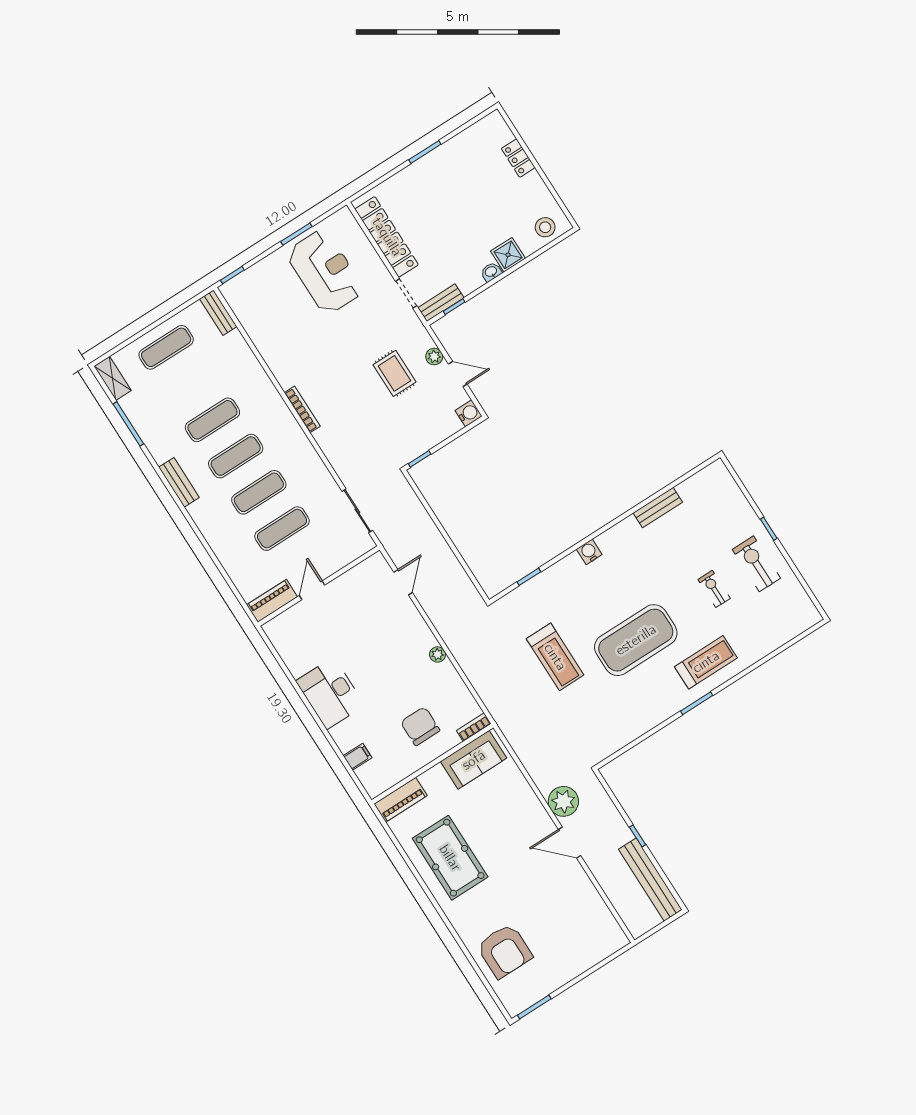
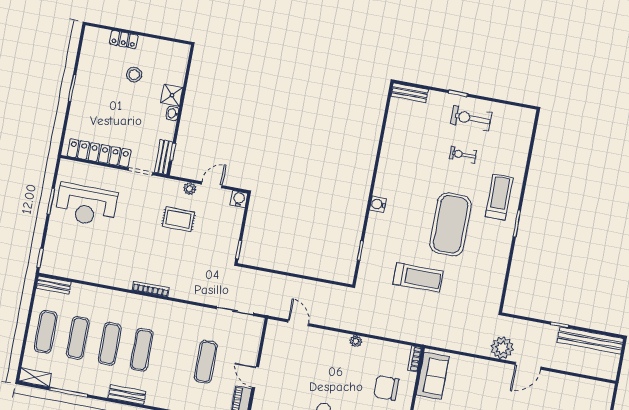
stool: (545, 227) -> (134, 75), moved
reception desk: (325, 272) -> (86, 205), turned 180
exercise mat: (259, 492) -> (78, 338), moved
bench: (658, 508) -> (410, 93), moved, turned 90

